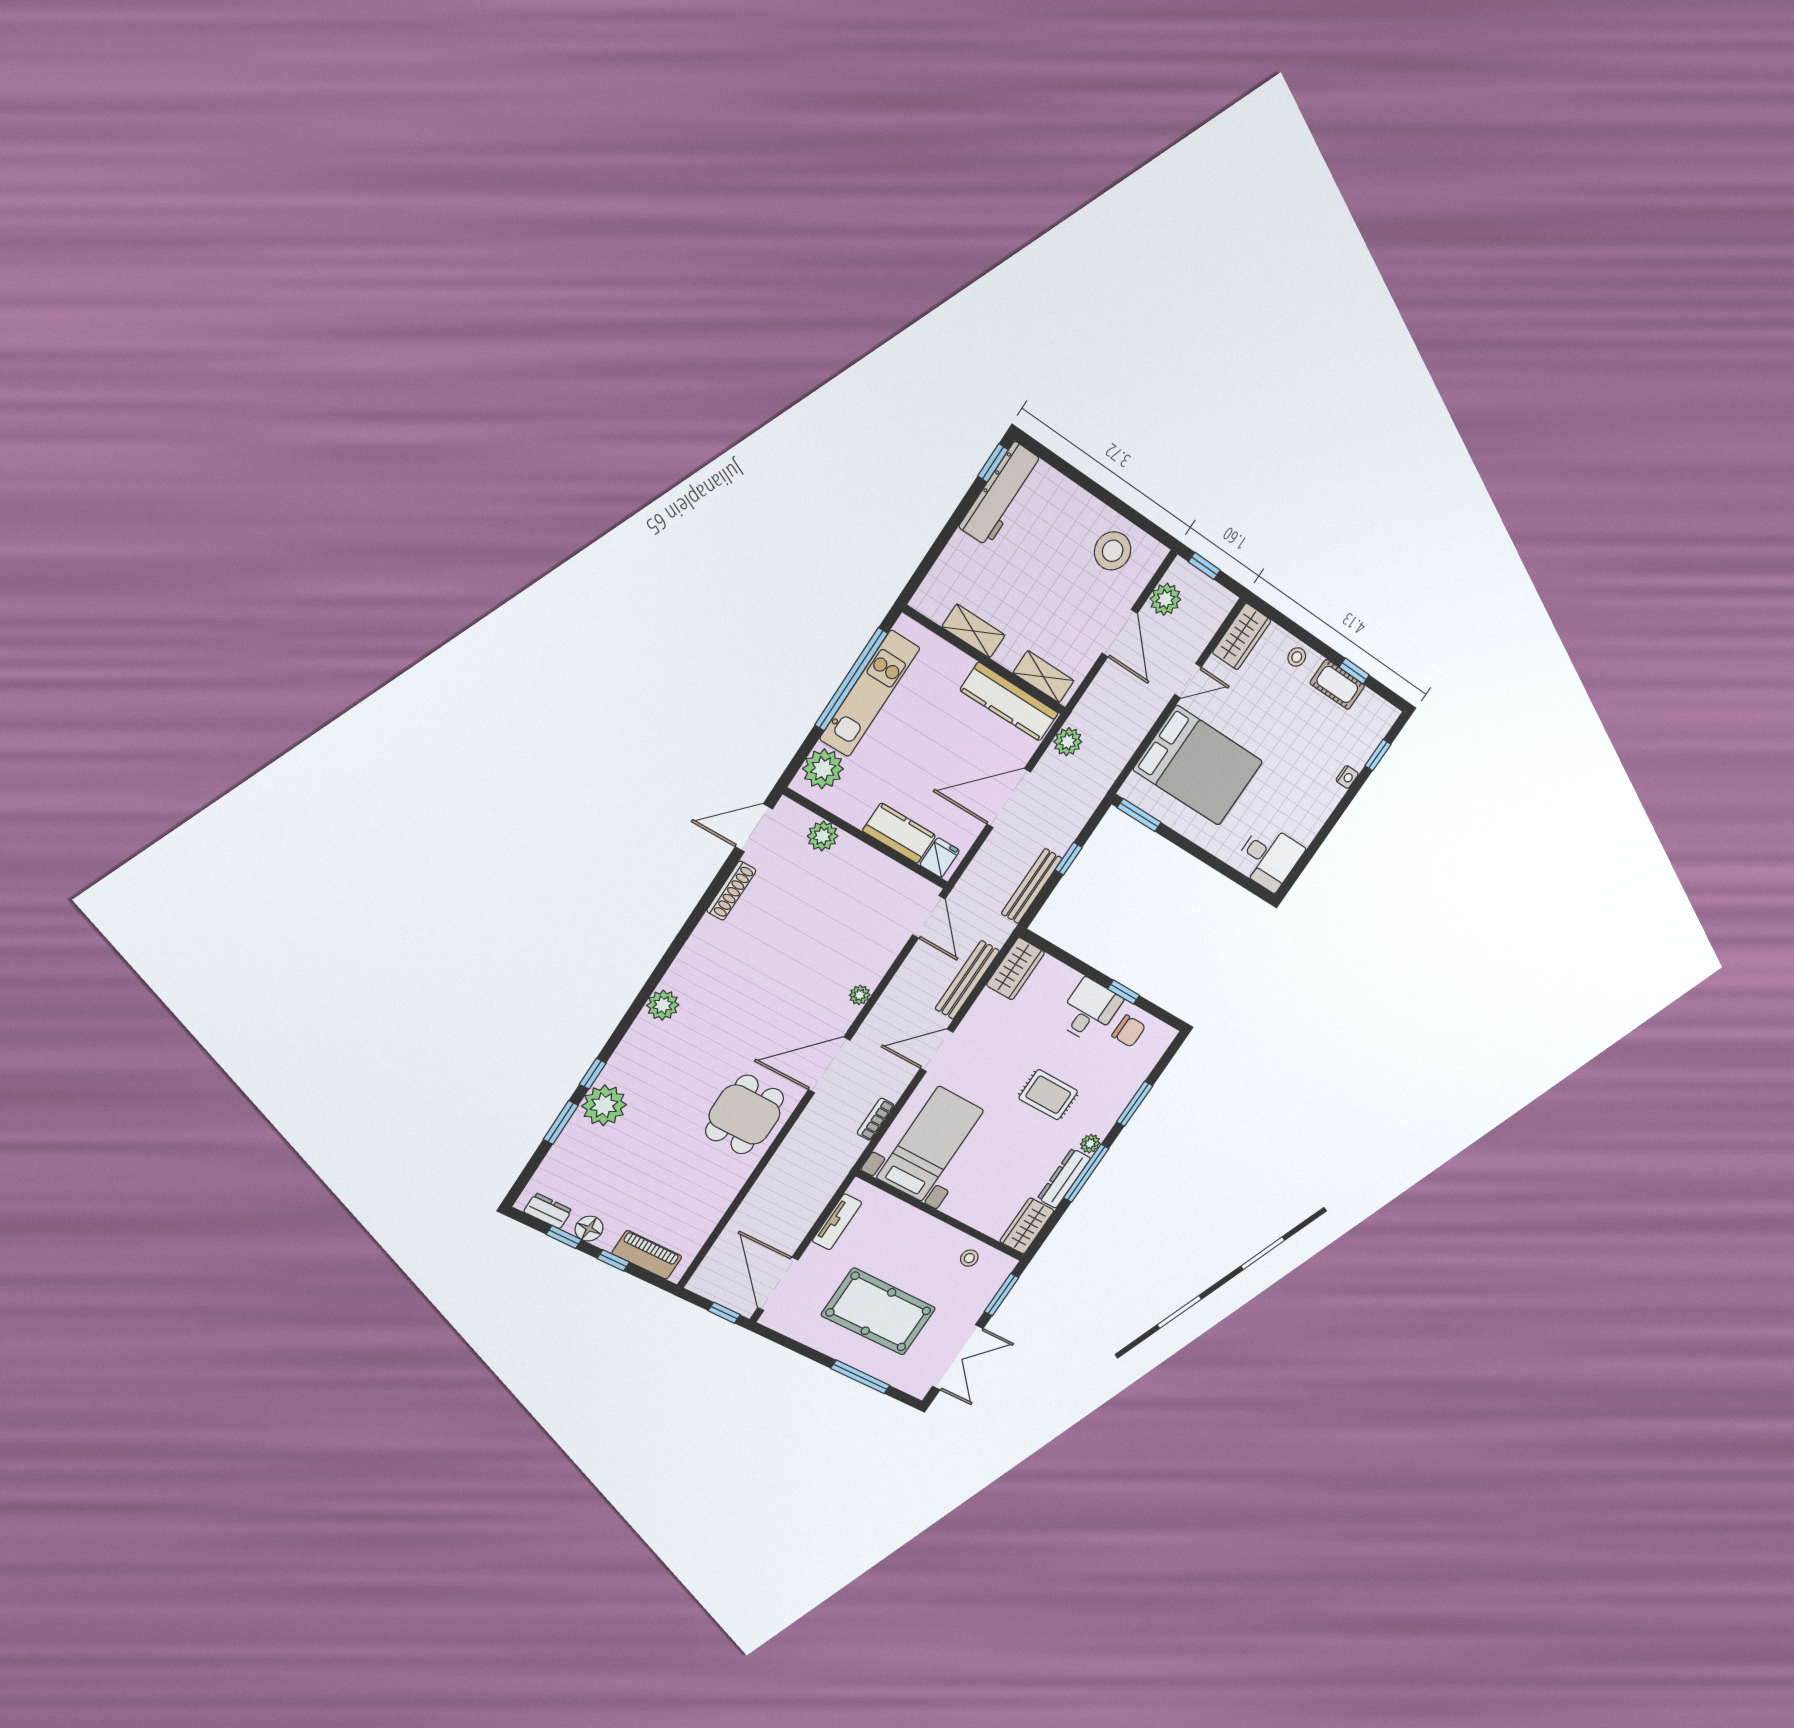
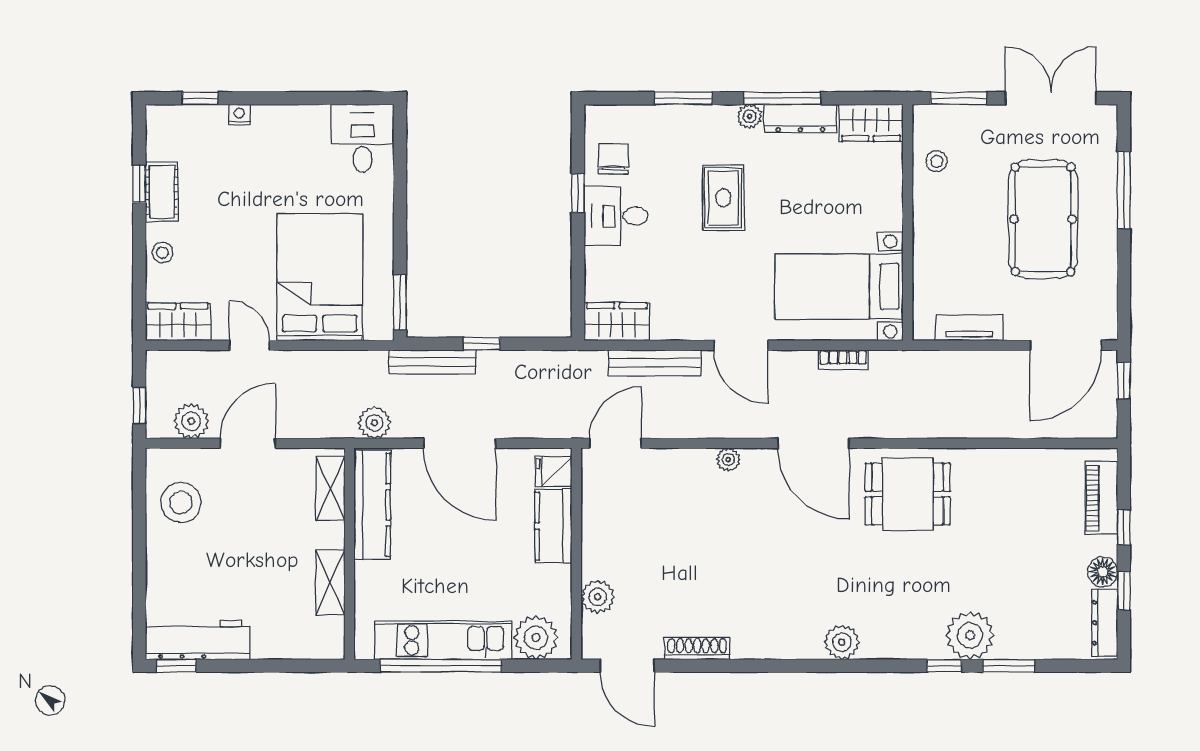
bench: (1032, 886) -> (432, 362), moved
dresser: (548, 1211) -> (1105, 623), width x1.44

